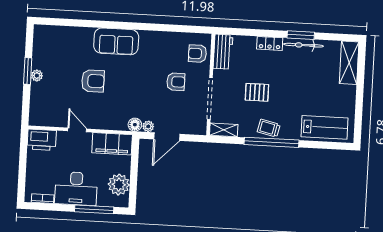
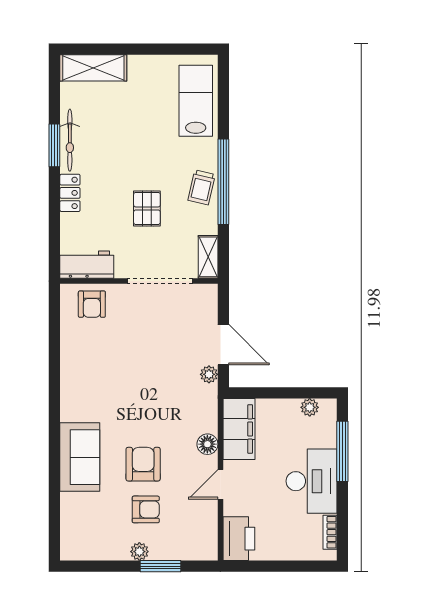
sofa: (116, 41) -> (80, 457), moved
window: (28, 71) -> (160, 566), moved
armchair: (176, 82) -> (146, 509), moved, turned 90
floor lamp: (135, 125) -> (207, 444), moved
plant: (119, 185) -> (310, 407), width x0.53, depth x0.53

